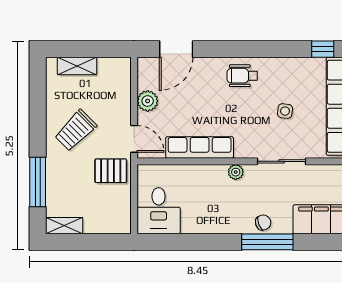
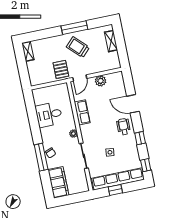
door: (176, 49) -> (133, 104), moved
window: (270, 49) -> (140, 138), added
row of seats: (200, 148) -> (82, 112), width x0.68
window: (38, 182) -> (74, 28), moved
desk: (159, 211) -> (49, 115), moved

